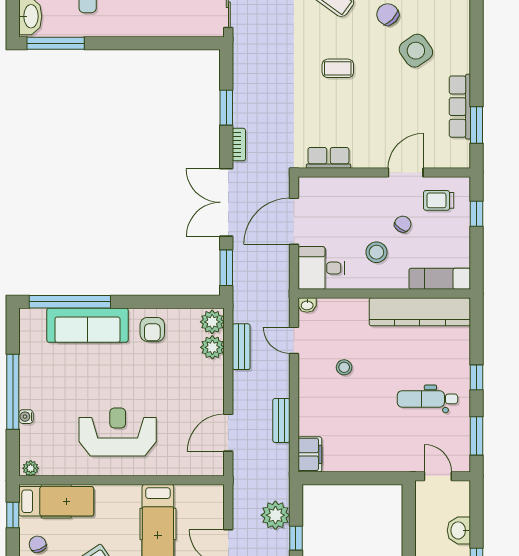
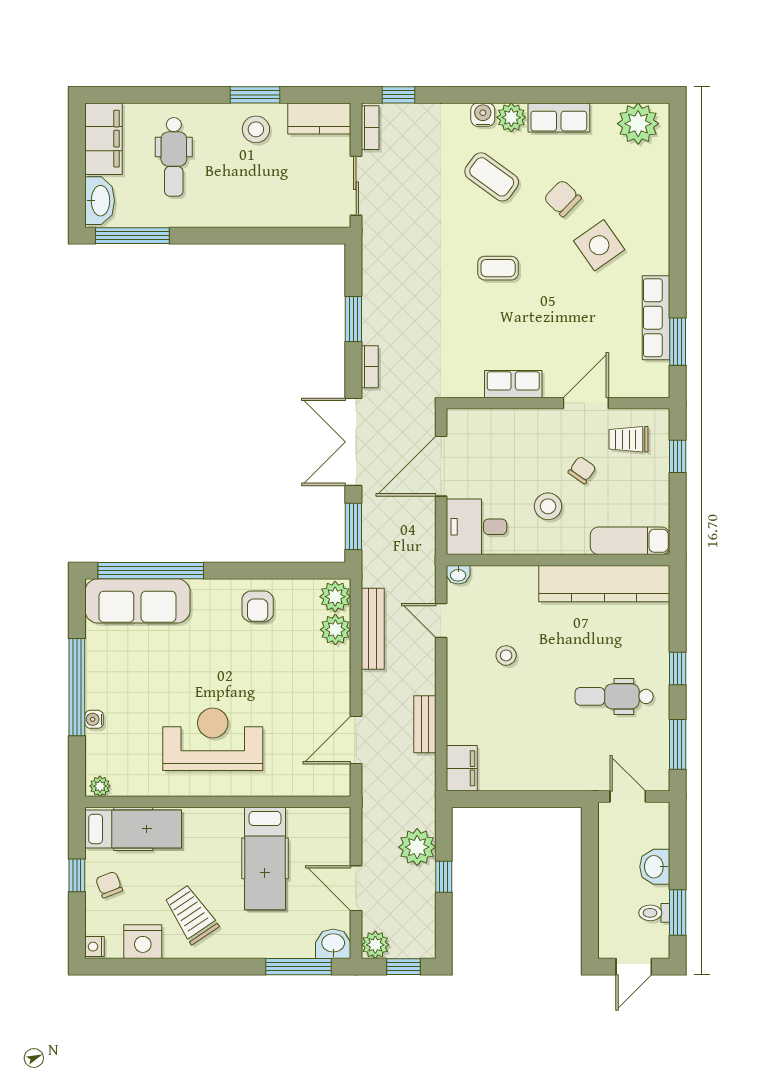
row of seats: (328, 158) -> (513, 384), moved
sofa: (87, 325) -> (137, 601), moved
bench: (241, 347) -> (373, 629), width x1.36
window: (13, 515) -> (77, 875), moved

